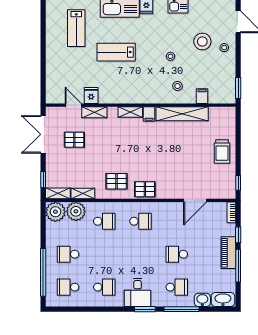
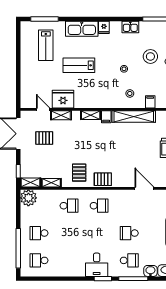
fridge: (91, 95) -> (63, 99), width x1.88, depth x1.34
pallet: (116, 181) -> (79, 173), turned 90
door: (195, 200) -> (144, 188), swing flipped
plant: (76, 211) -> (45, 197), removed
school desk: (104, 287) -> (69, 260), removed

